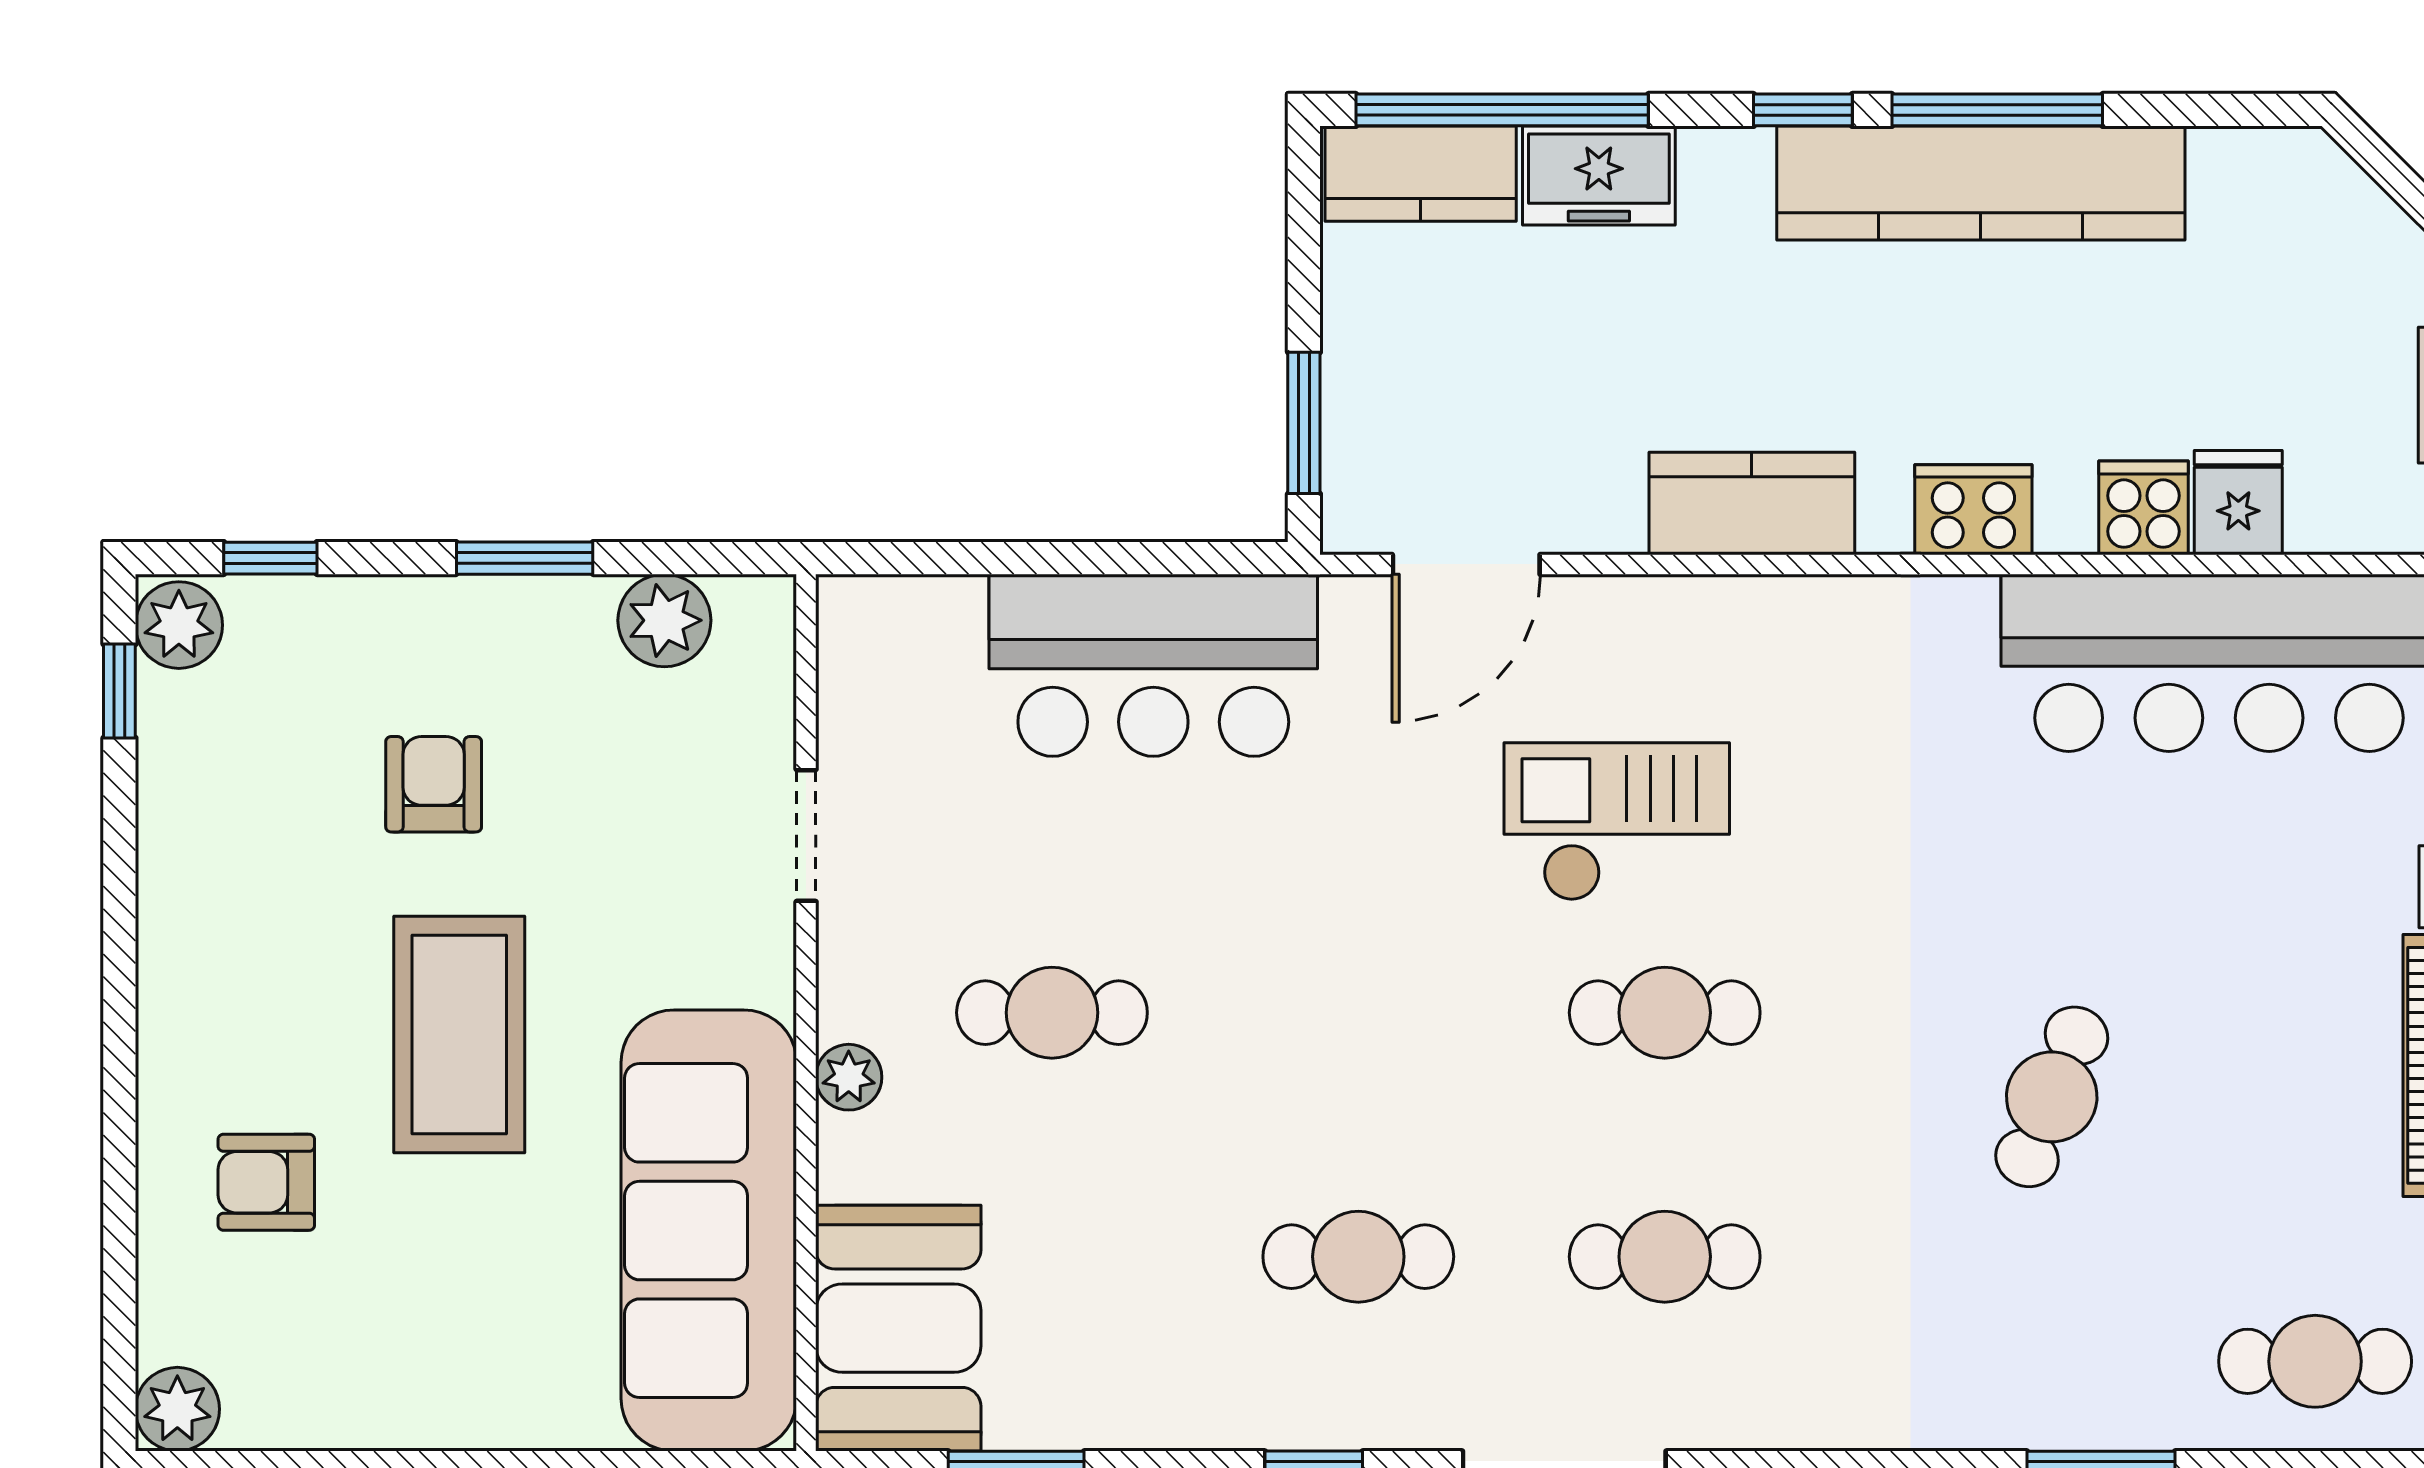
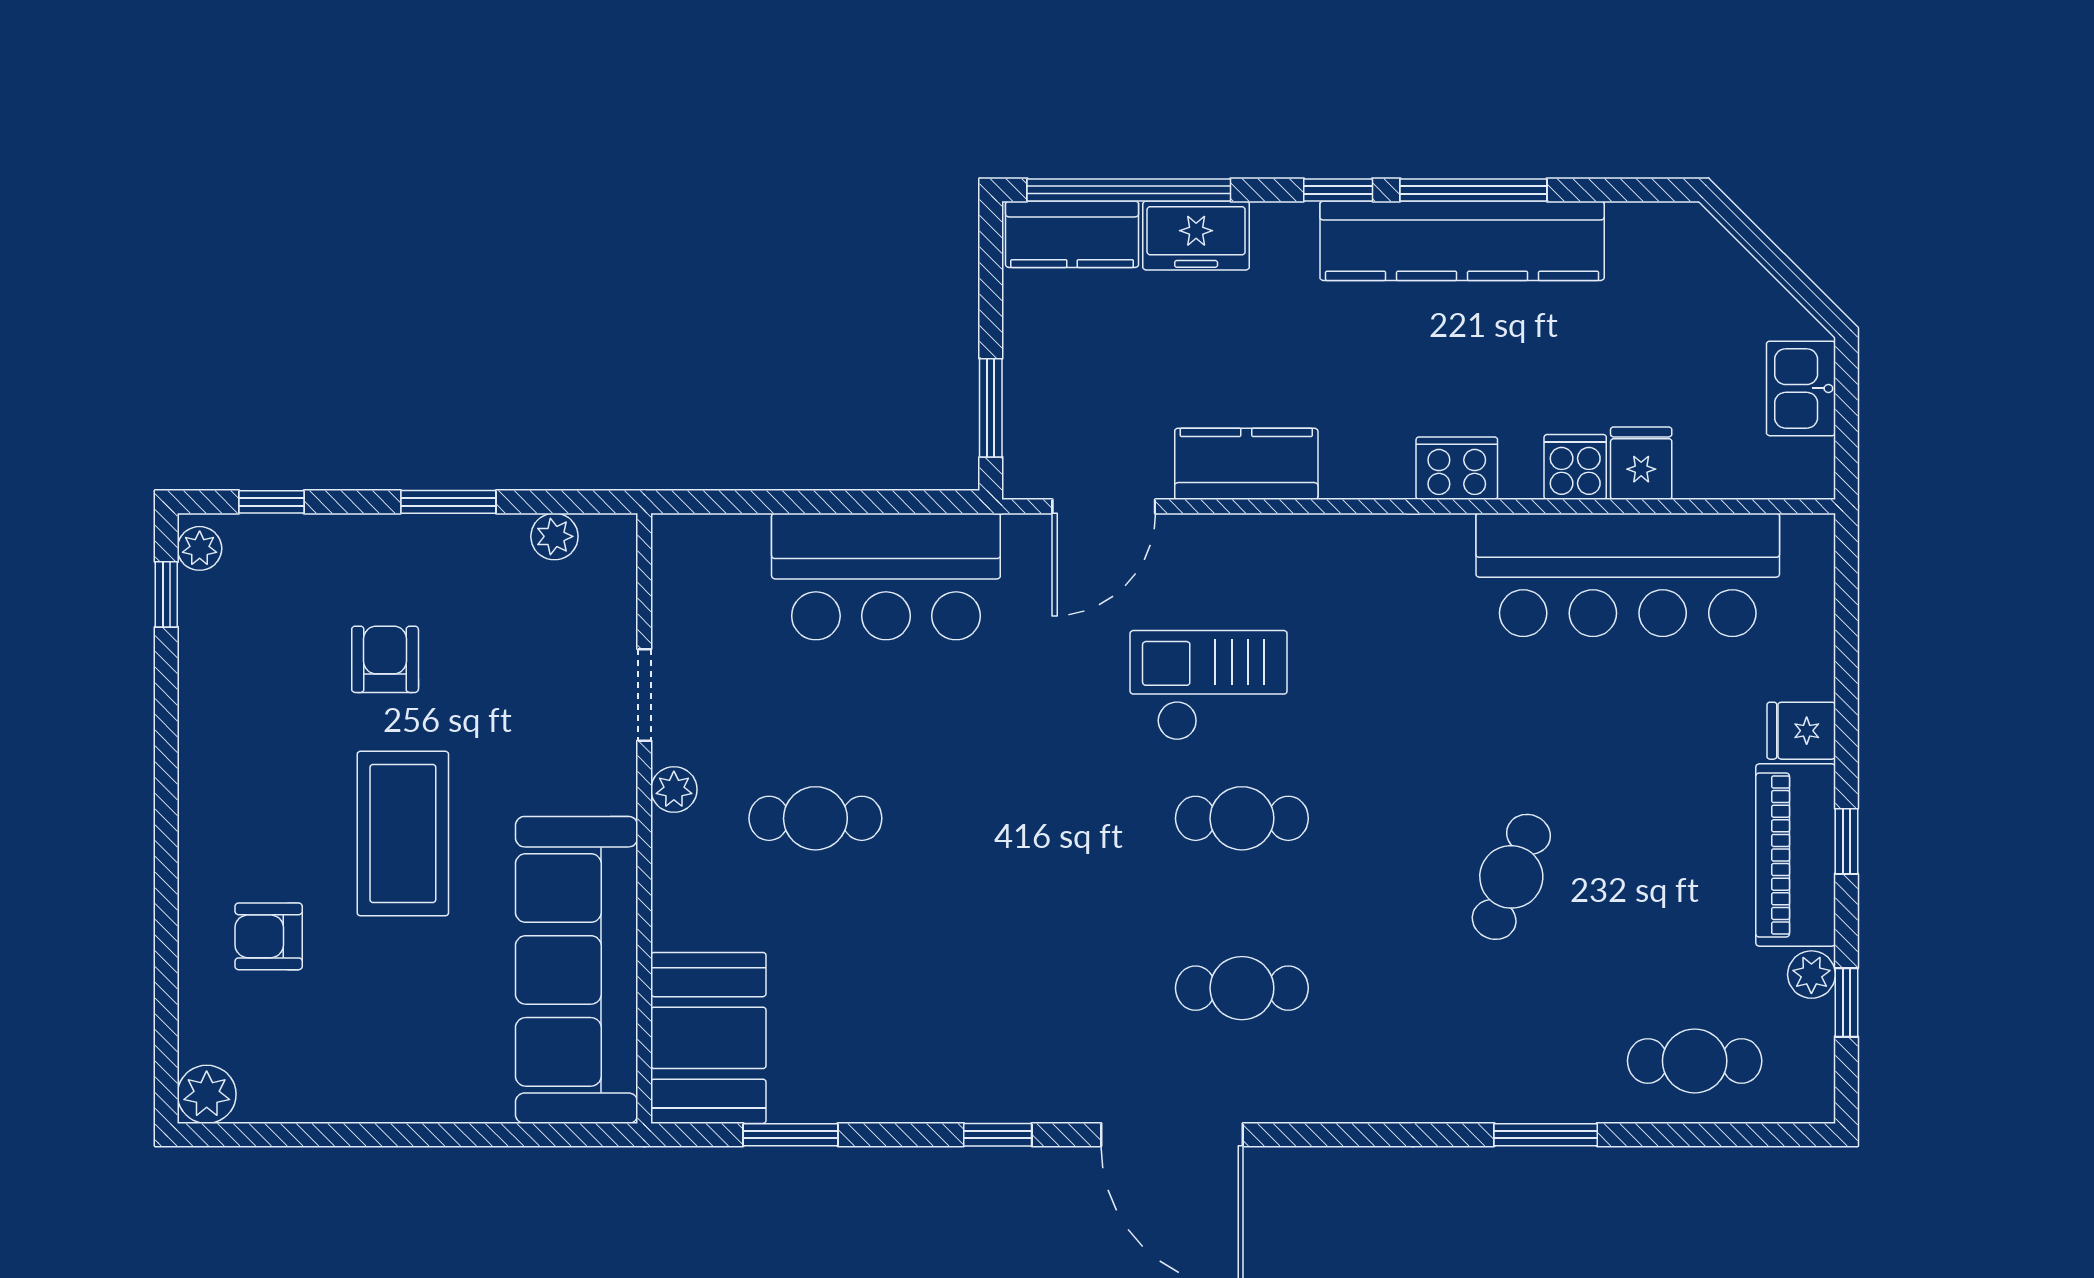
kitchen counter: (1752, 503) -> (1246, 464), moved
plant: (664, 620) -> (554, 536), width x0.73, depth x0.73
plant: (179, 625) -> (200, 548), width x0.73, depth x0.73
plant: (849, 1077) -> (674, 789), moved
cafe table: (1358, 1257) -> (1029, 988), removed

